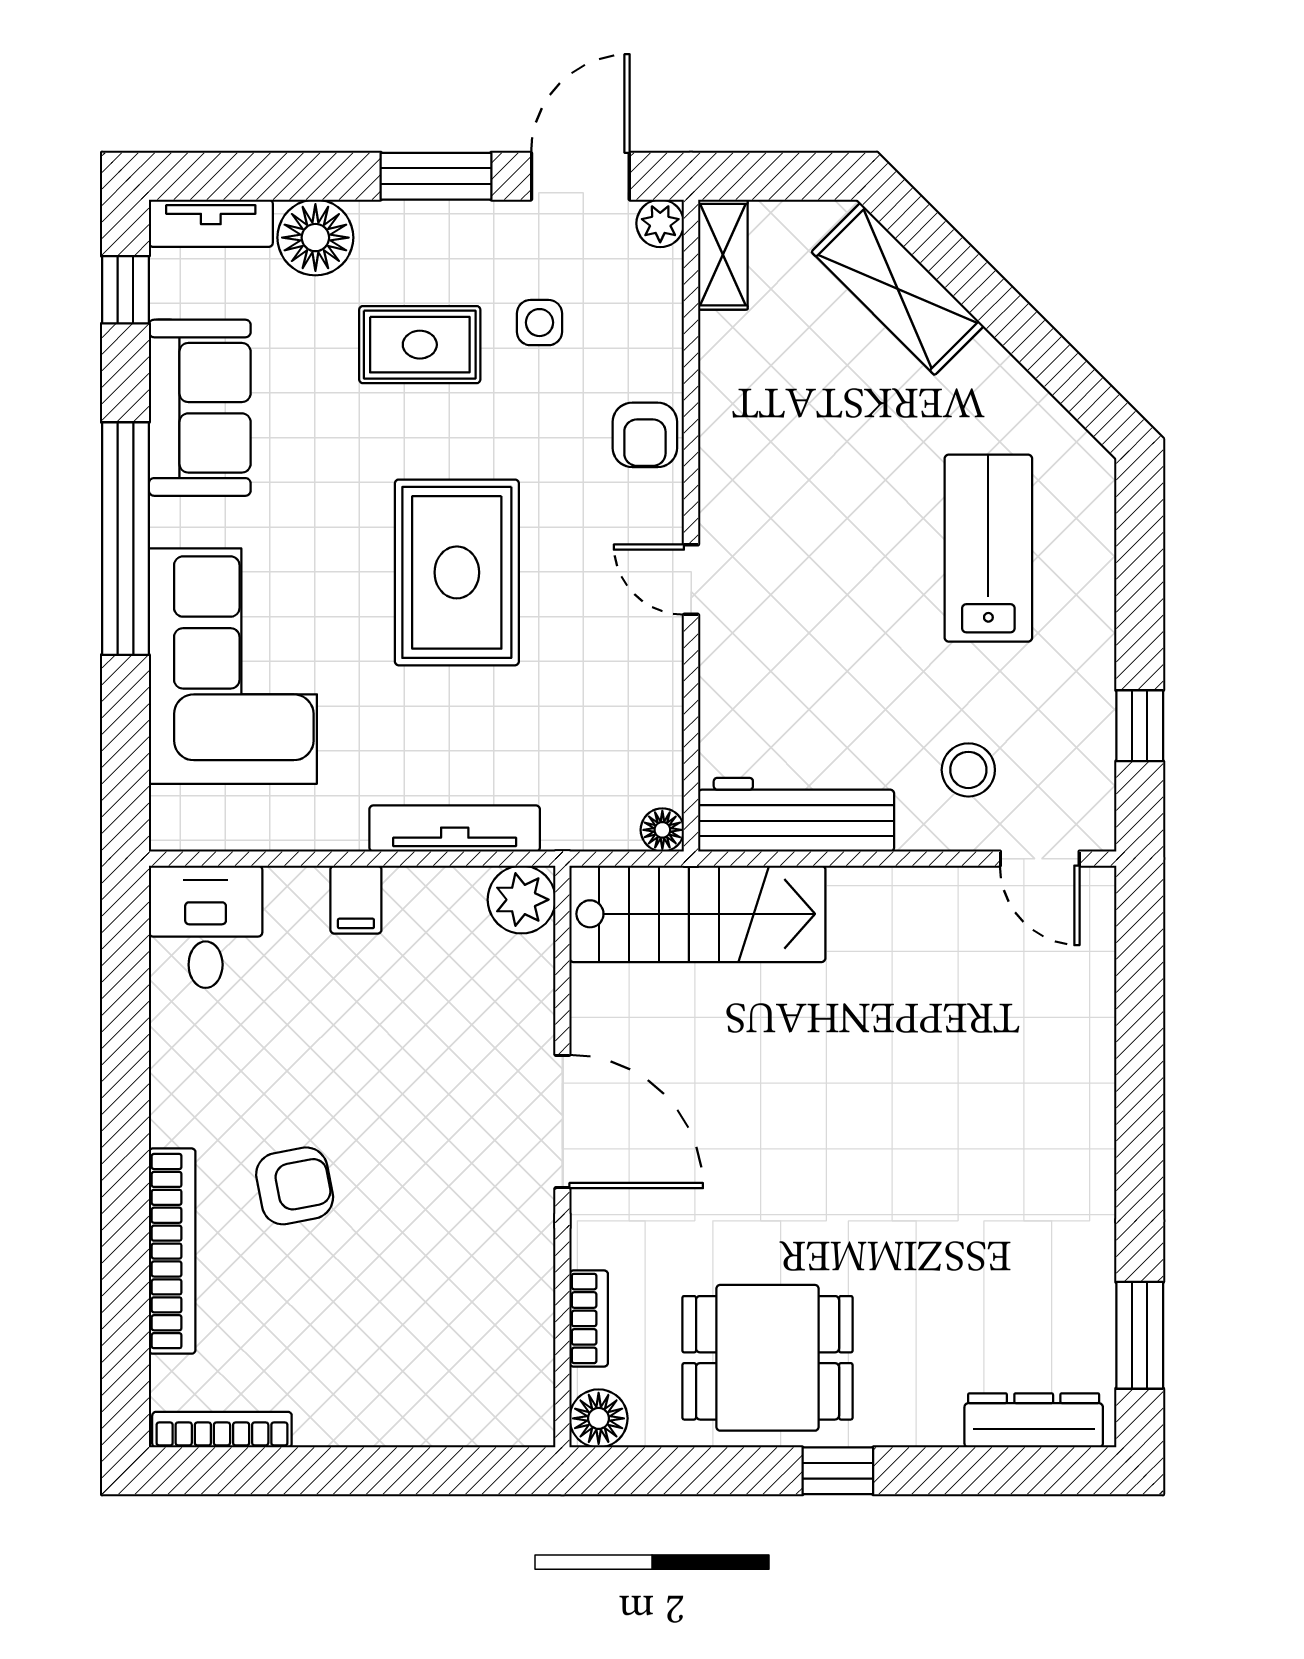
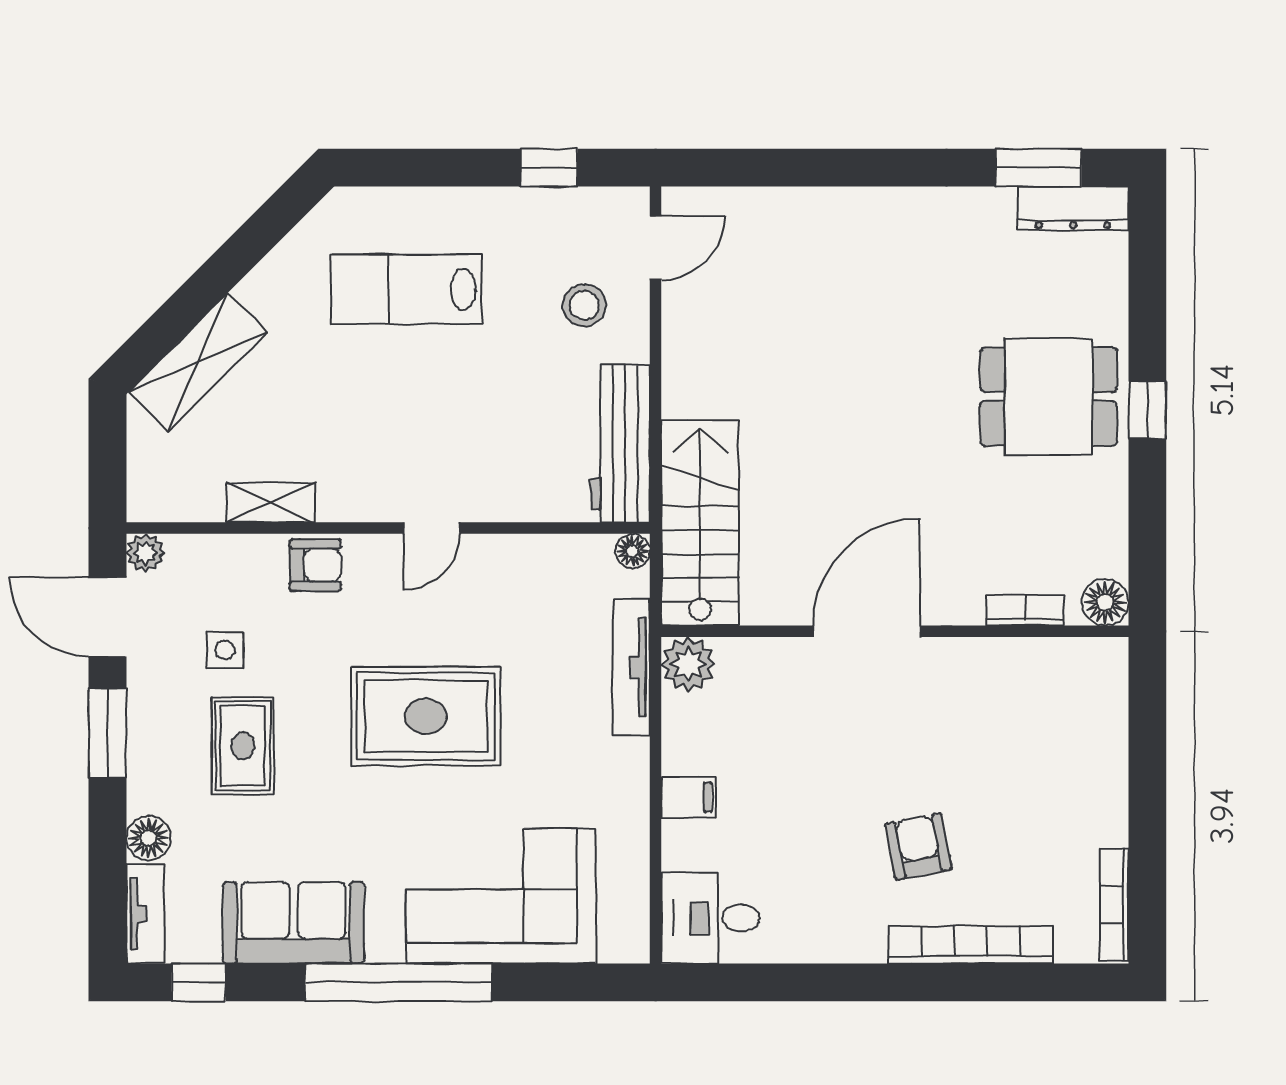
floor lamp: (315, 238) -> (148, 838), width x0.73, depth x0.73
shelving: (723, 255) -> (271, 503), moved
tv unit: (455, 828) -> (631, 667), moved
dining table: (768, 1358) -> (1049, 397), moved, turned 90
dresser: (1034, 1420) -> (1073, 208), moved, turned -90

